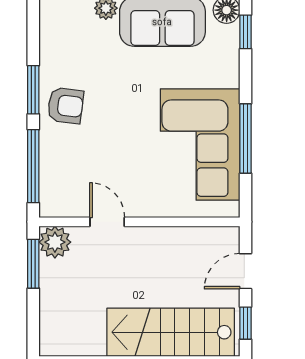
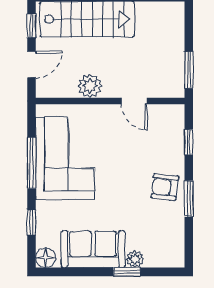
window: (246, 32) -> (32, 222), moved
window: (33, 166) -> (189, 142), width x0.46
plant: (55, 242) -> (90, 86), moved

